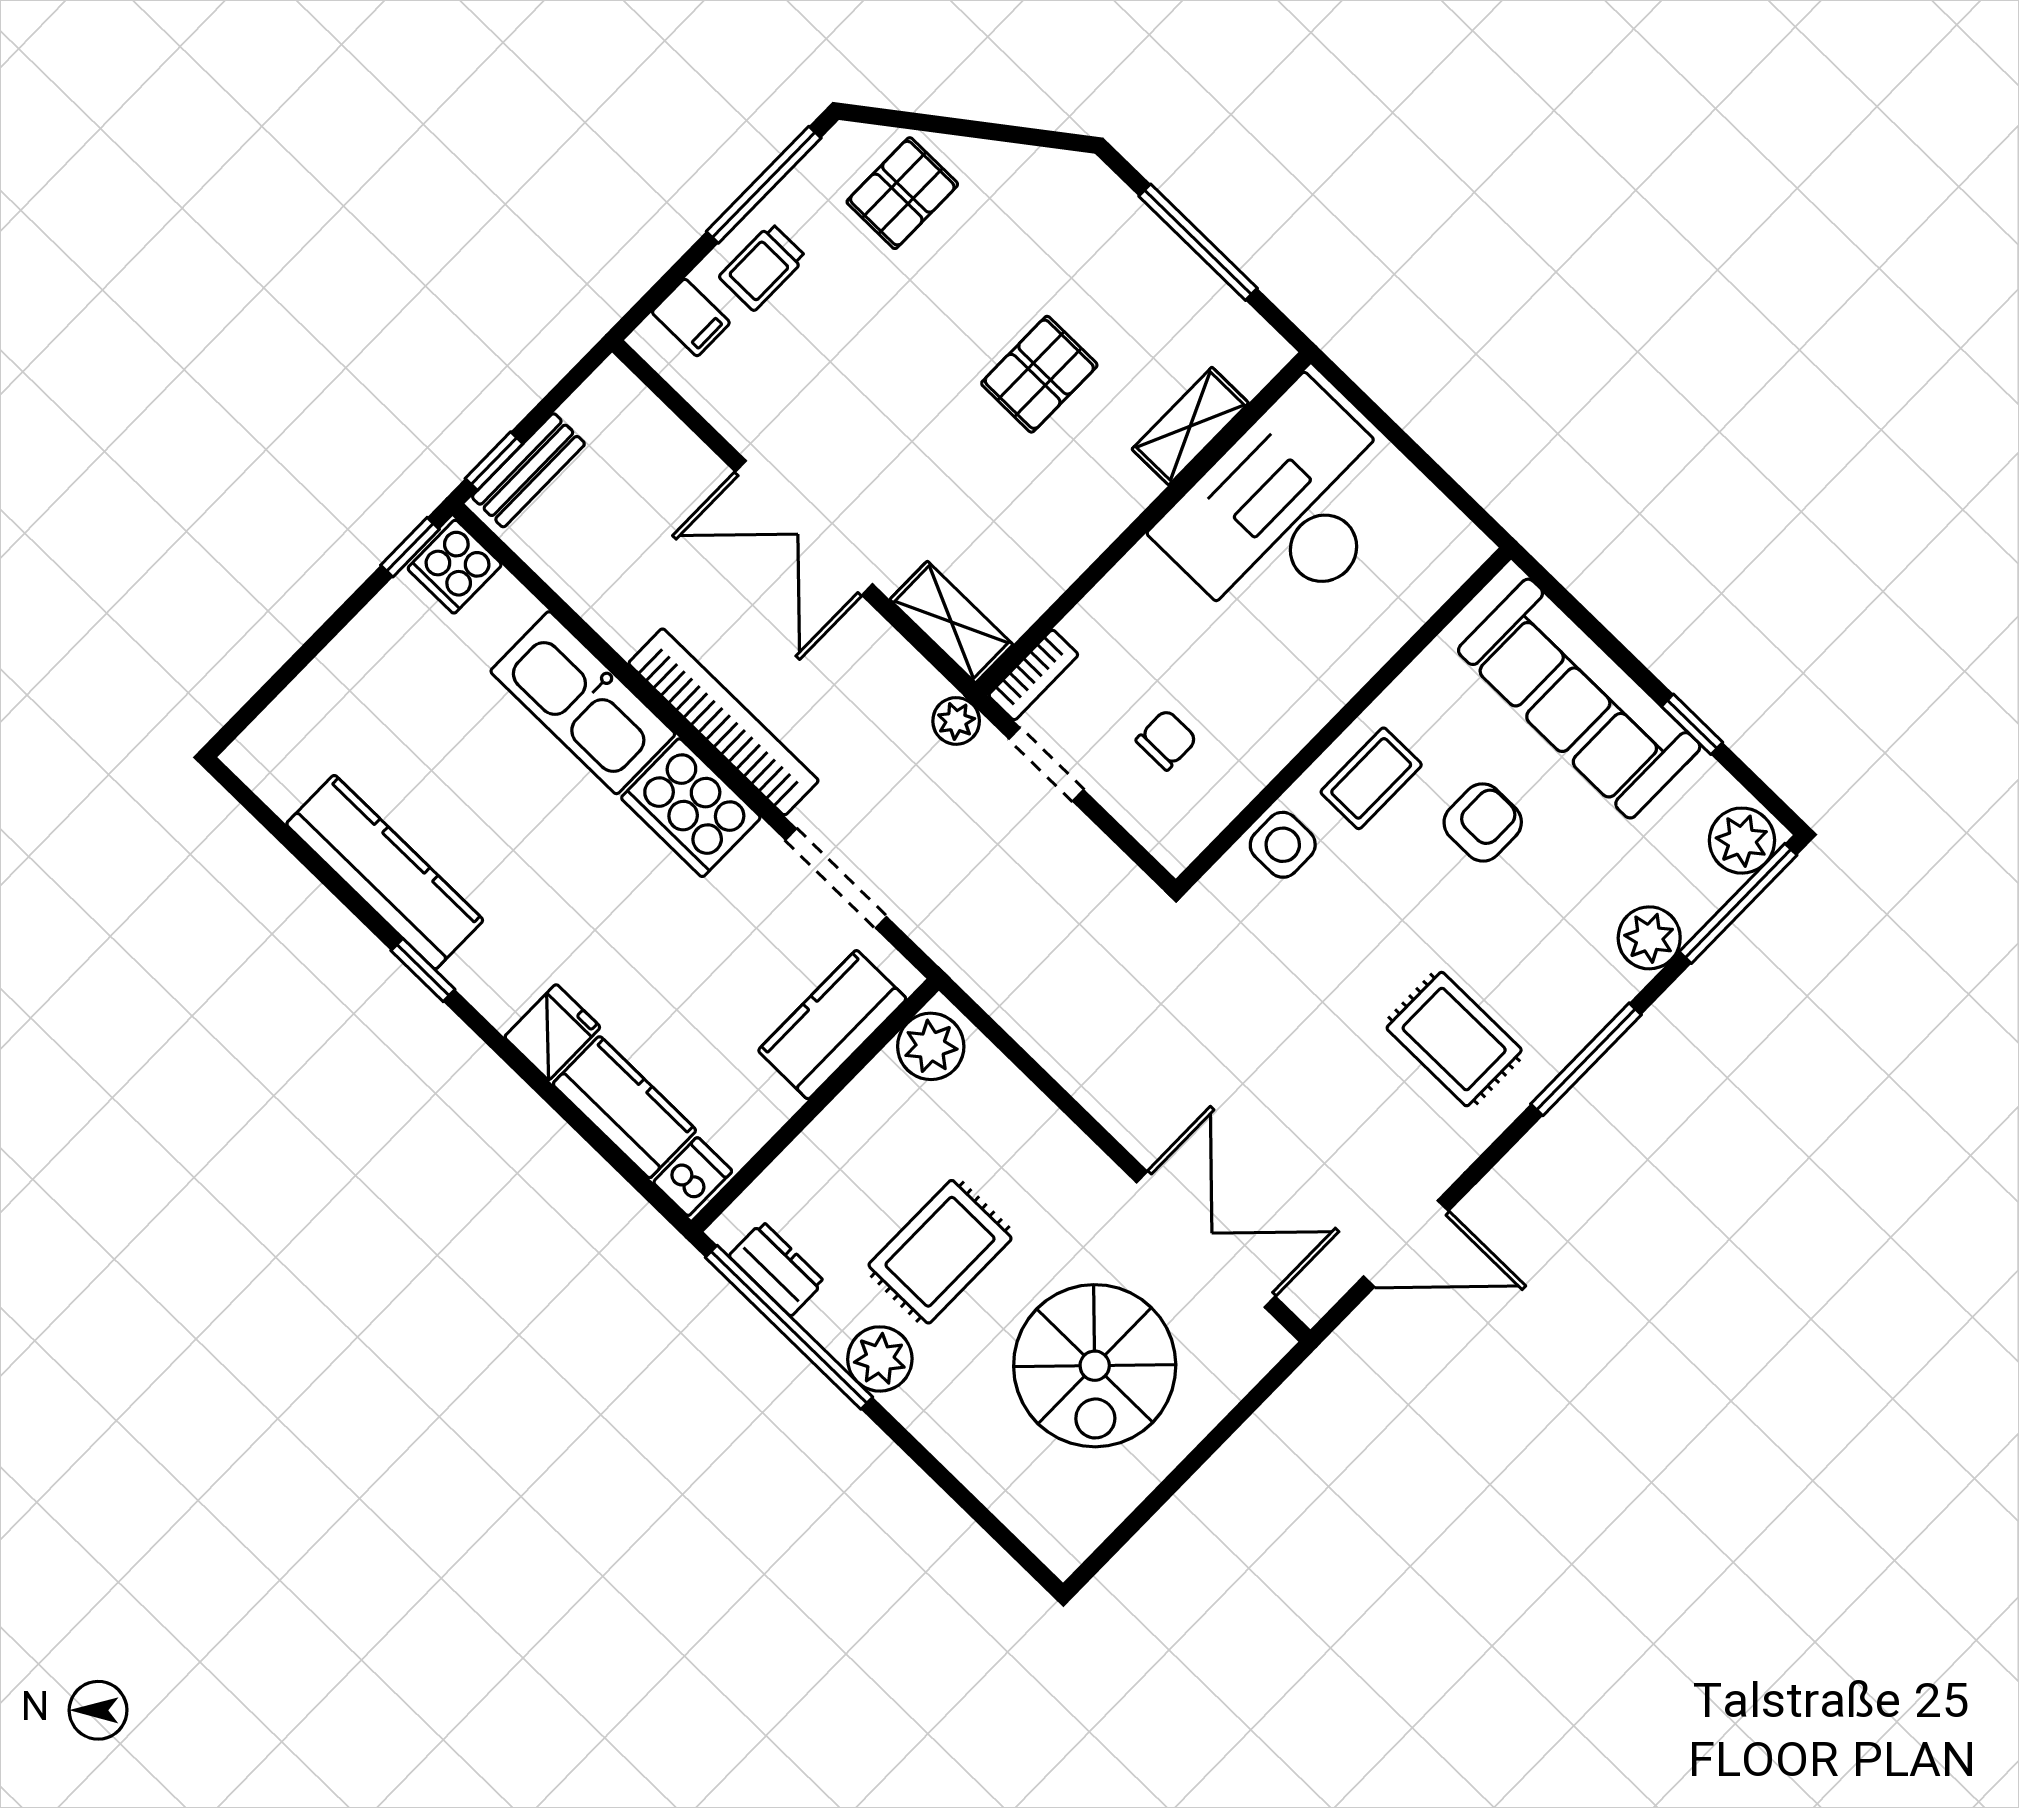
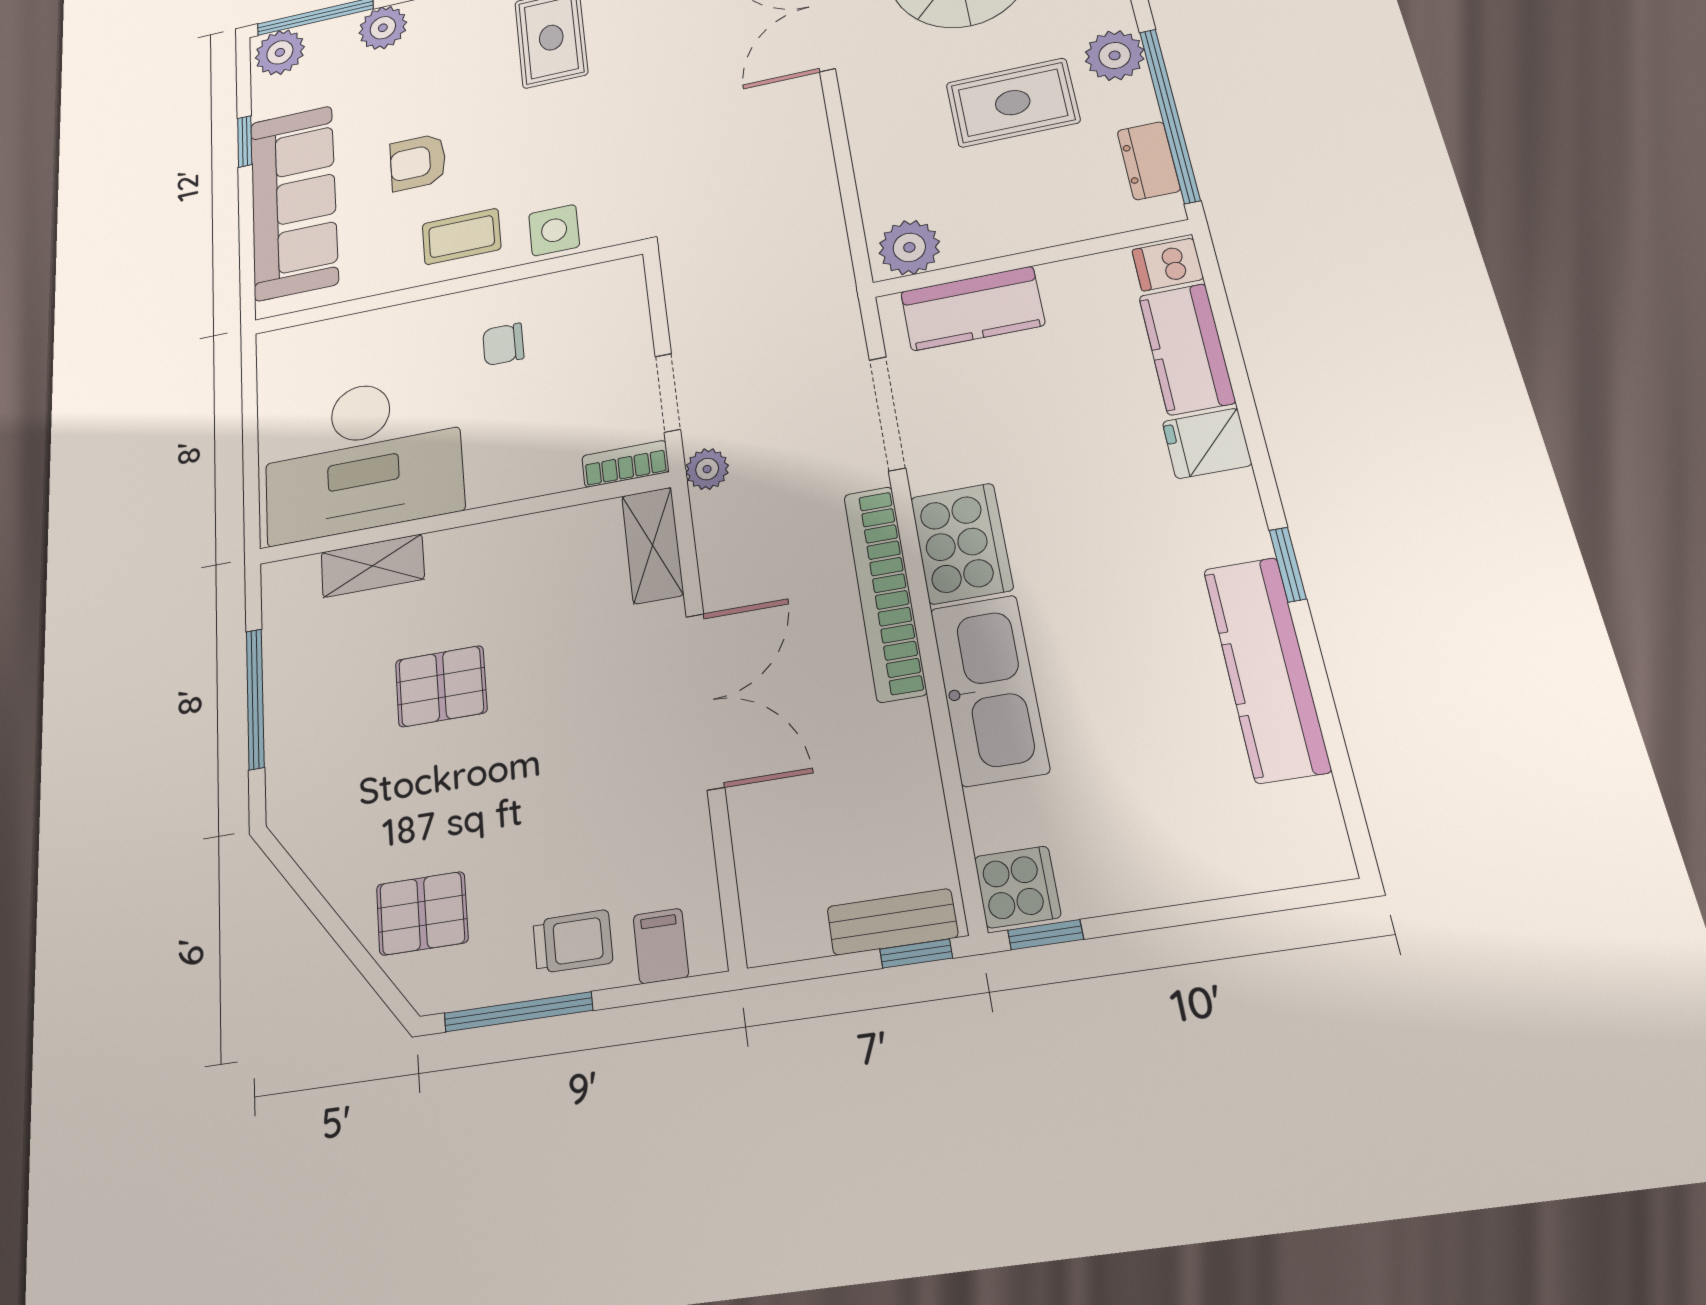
chair: (1166, 740) -> (503, 344), moved

